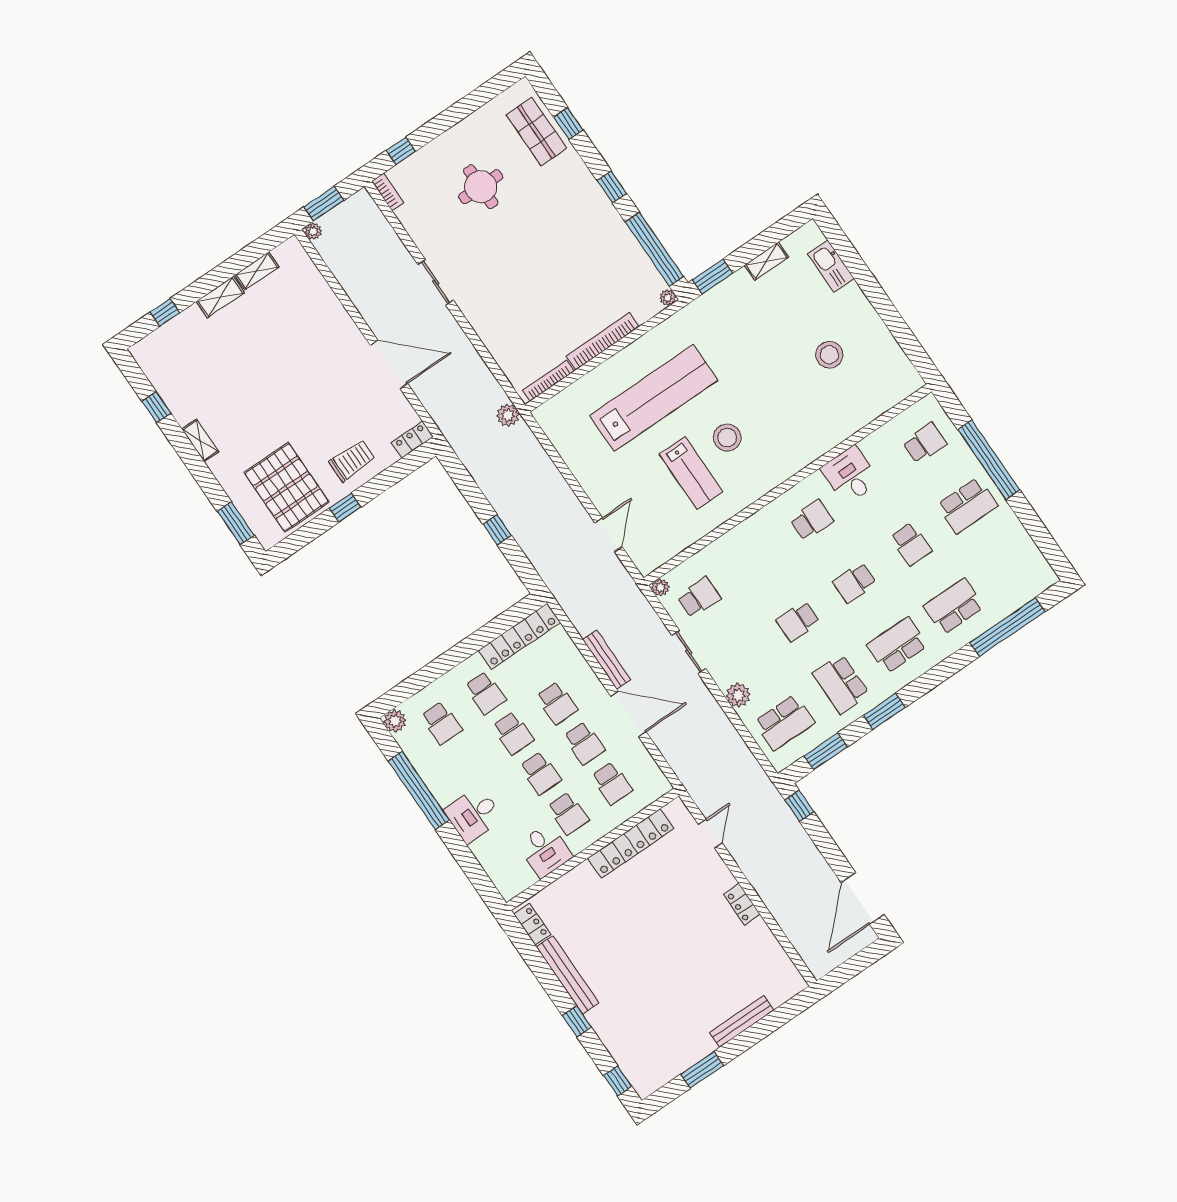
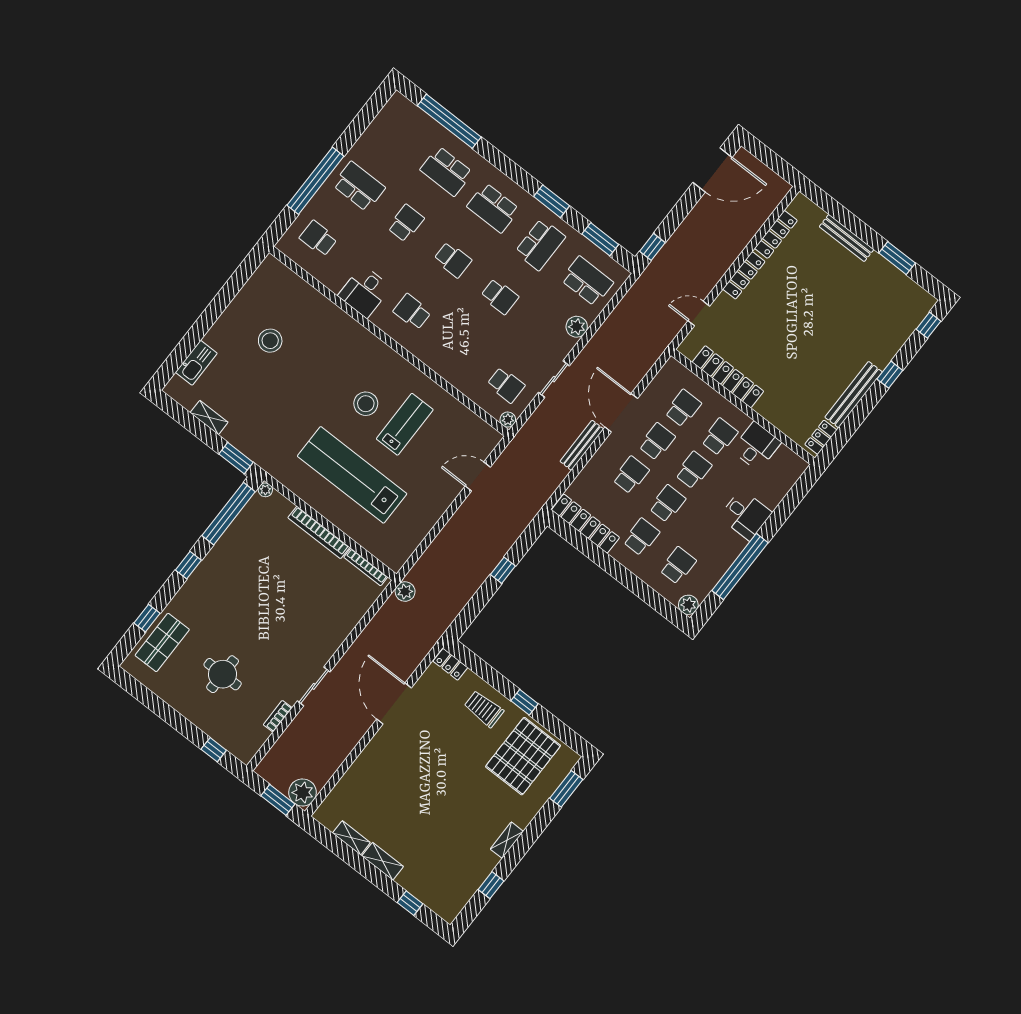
bookcase: (388, 192) -> (278, 716), moved
plant: (313, 231) -> (303, 792), width x1.88, depth x1.88
school desk: (699, 597) -> (506, 385), turned 180
locker: (742, 904) -> (744, 275), width x1.53
locker: (770, 945) -> (776, 234), added

